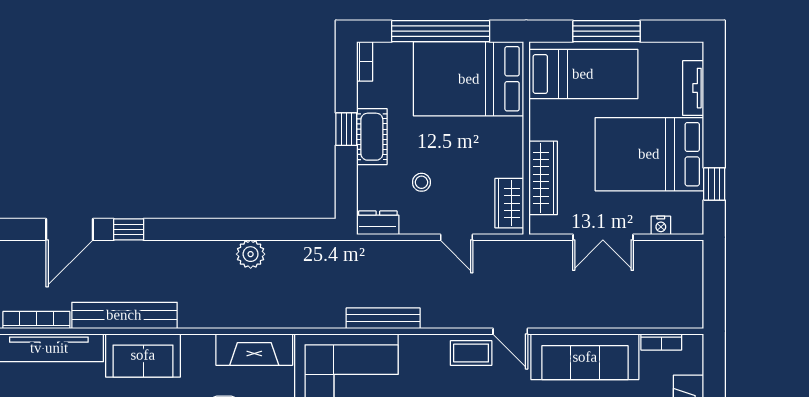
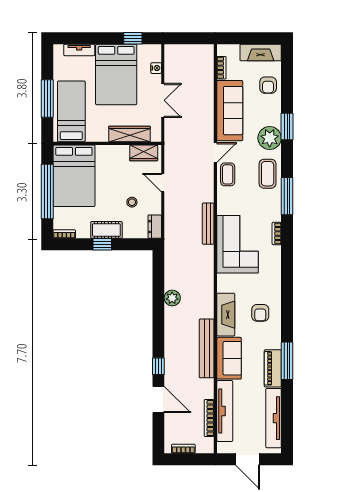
door: (456, 237) -> (163, 183), swing flipped
bench: (124, 315) -> (207, 348), moved
fireplace: (254, 350) -> (226, 315), moved

